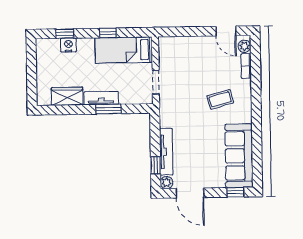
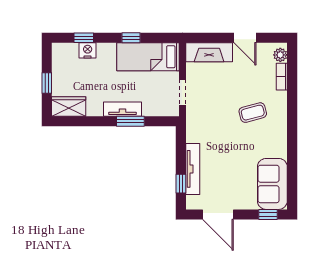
door: (226, 31) -> (245, 38), moved
fireplace: (179, 45) -> (209, 52), added
window: (32, 75) -> (47, 83), added
wardrobe: (67, 96) -> (69, 106), moved
sofa: (239, 156) -> (272, 184), width x0.73
plant: (167, 183) -> (193, 203), removed

